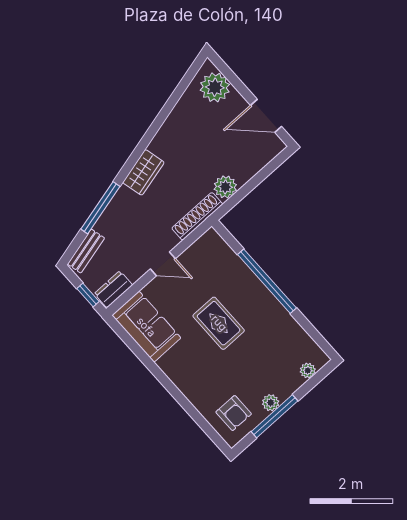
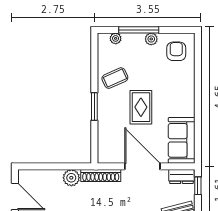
door: (163, 264) -> (142, 166), width x1.87
window: (267, 281) -> (94, 107), width x0.47
coffee table: (272, 329) -> (115, 78), added
window: (274, 416) -> (139, 30), moved

